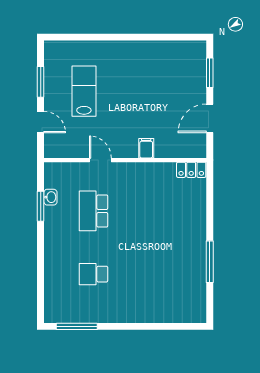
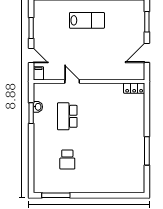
lab bench: (84, 91) -> (87, 20), moved, turned 90
filing cabinet: (146, 148) -> (38, 73), moved
school desk: (94, 274) -> (67, 159), turned -90

